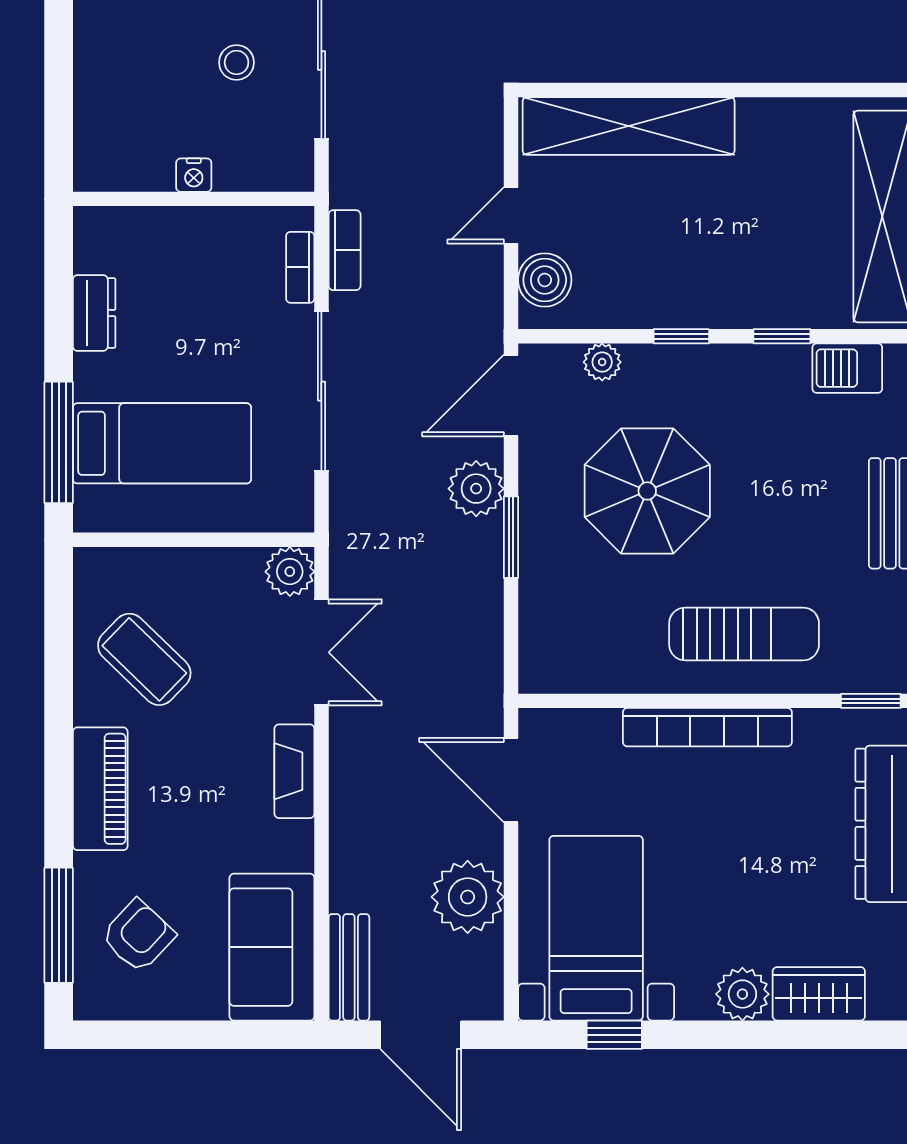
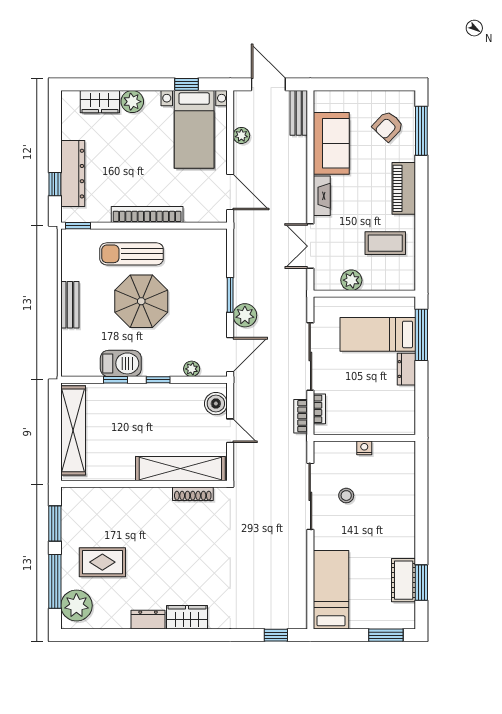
shoe rack: (599, 67) -> (193, 494), added
door: (511, 215) -> (230, 431), hinge flipped
dresser: (94, 313) -> (406, 369), moved
barbecue: (847, 368) -> (121, 363), moved, width x1.38, depth x1.27
parasol: (647, 491) -> (141, 301), moved
plant: (290, 572) -> (351, 280), moved
coffee table: (144, 659) -> (385, 243), turned -44
plant: (468, 897) -> (241, 135), width x0.53, depth x0.53
sofa: (272, 947) -> (331, 143), moved

